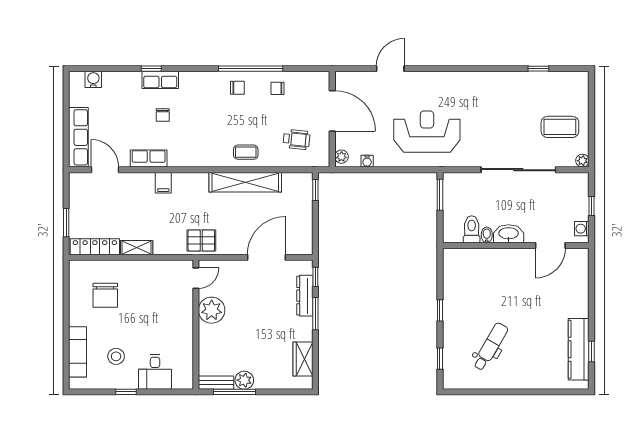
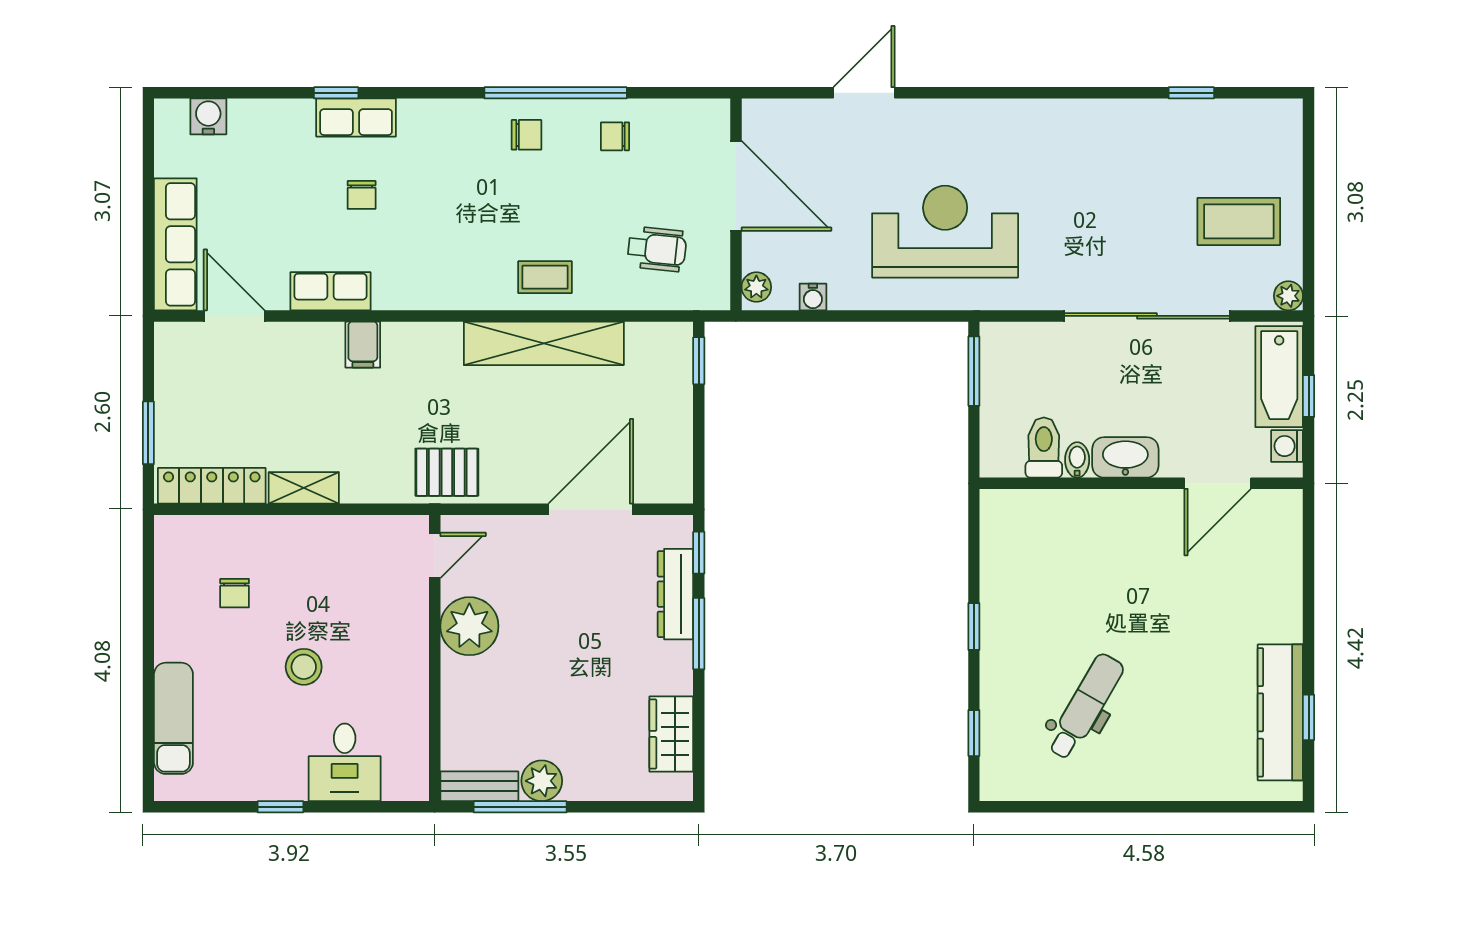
bathtub: (578, 197) -> (1279, 377), added
chair: (105, 295) -> (235, 593), width x0.54, depth x0.54
stool: (116, 356) -> (304, 667), moved

